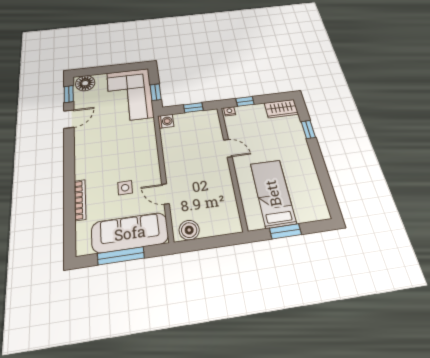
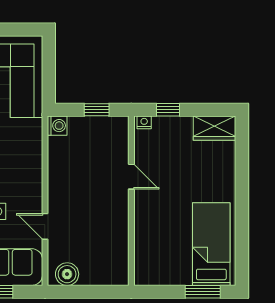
window: (156, 92) -> (49, 78), removed
window: (308, 129) -> (242, 165), removed
bed: (273, 193) -> (211, 244), moved
window: (285, 231) -> (203, 292), moved

